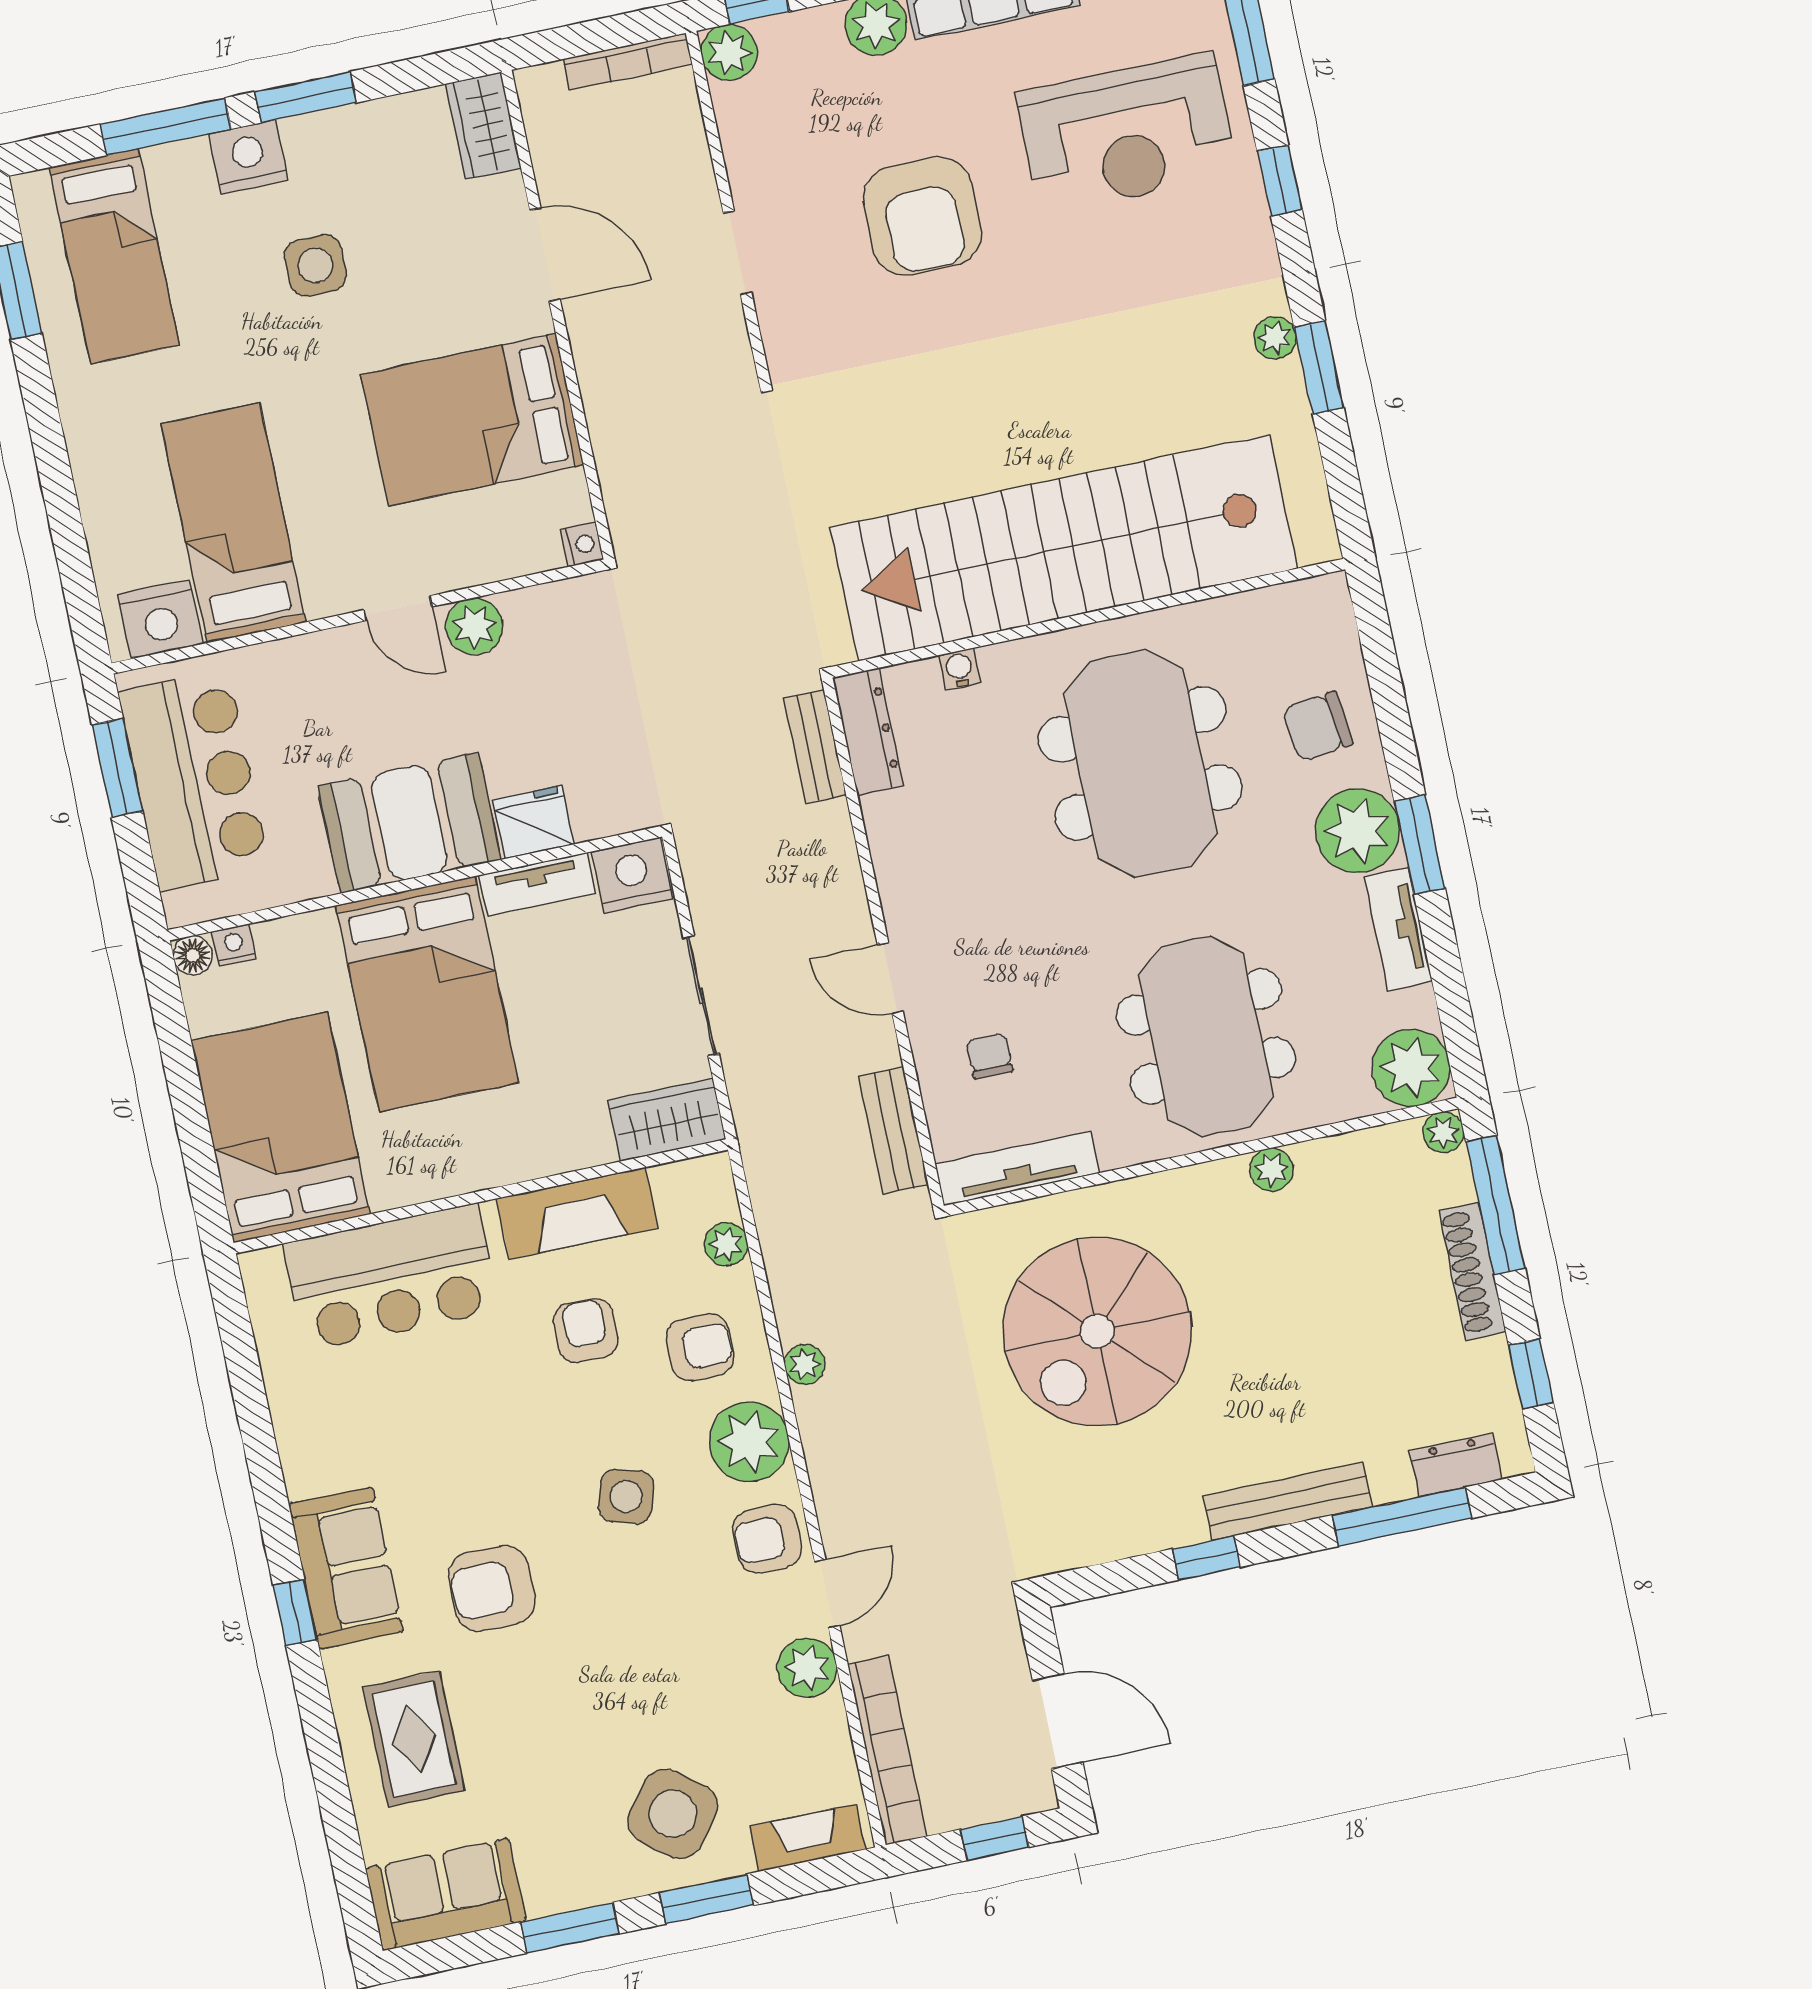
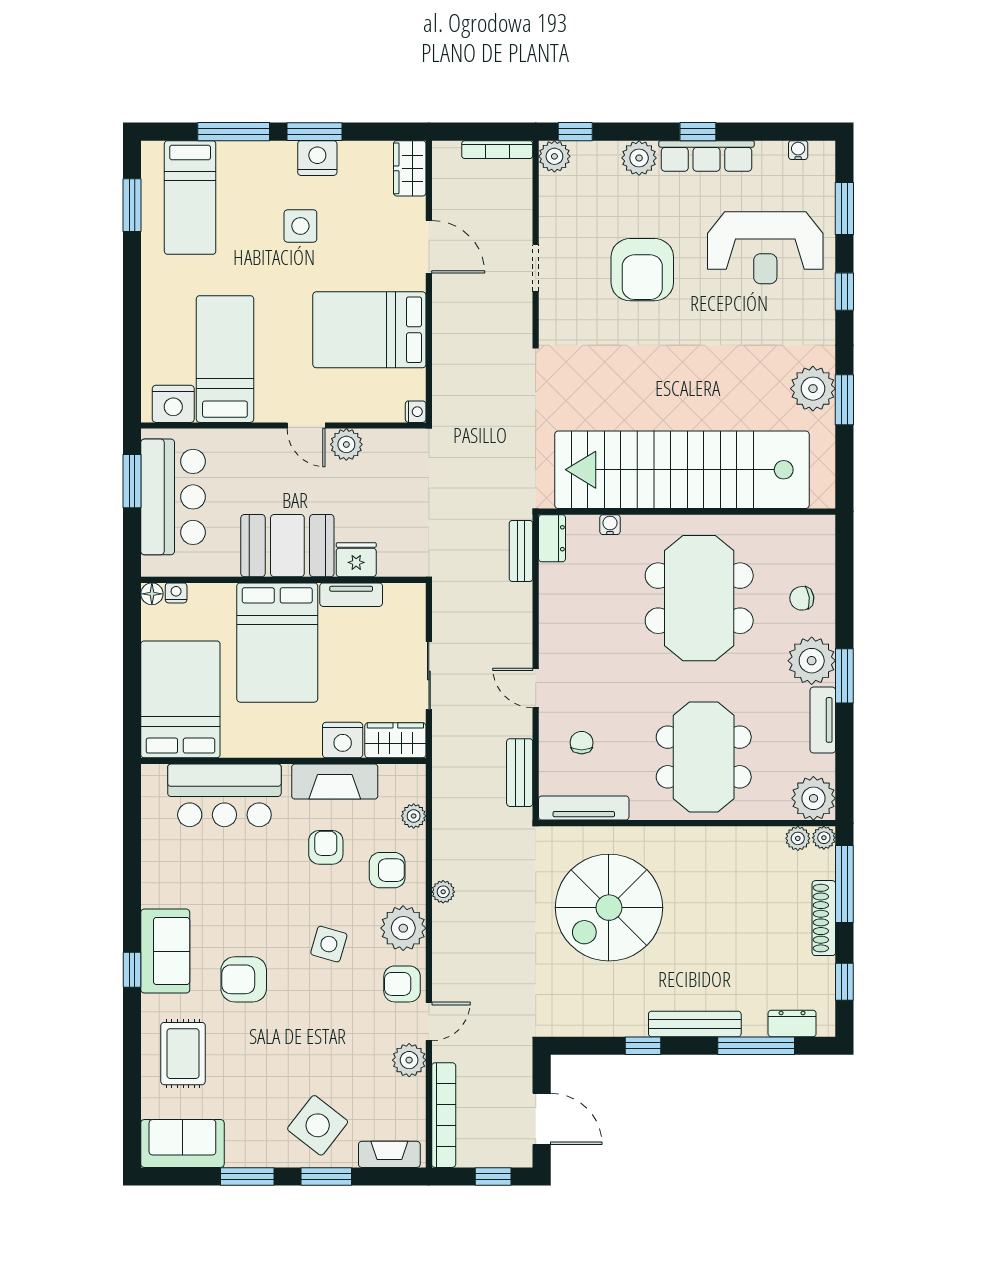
nightstand: (248, 157) -> (317, 158), moved
plant: (1275, 338) -> (813, 389), width x1.87, depth x1.87
chair: (1318, 726) -> (802, 598), width x0.73, depth x0.73
dresser: (868, 732) -> (552, 538), width x0.70
nightstand: (632, 875) -> (343, 740), moved, turned 180
plant: (1272, 1170) -> (798, 838), moved

